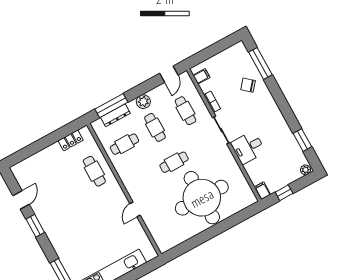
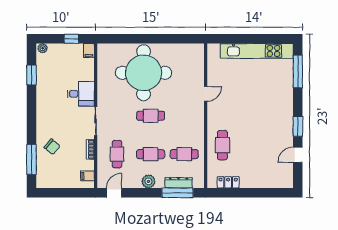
cafe table: (155, 127) -> (151, 154), turned 90

